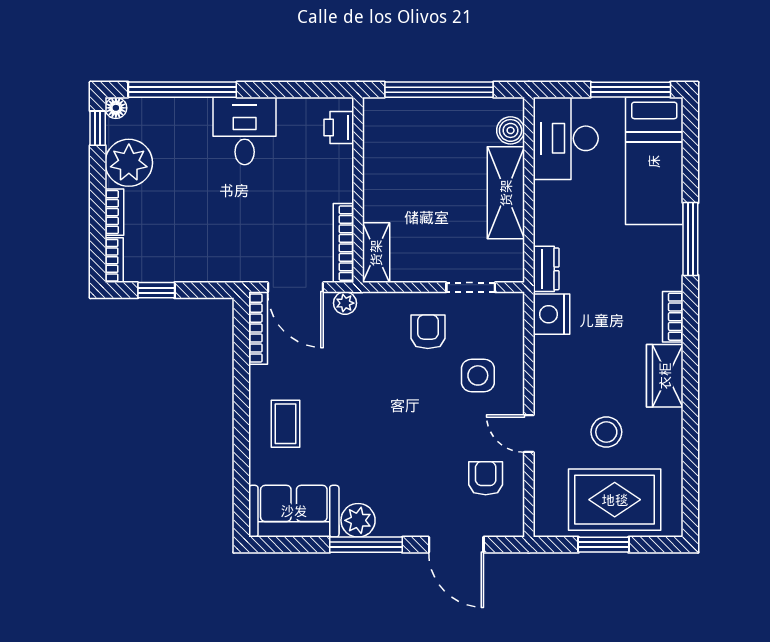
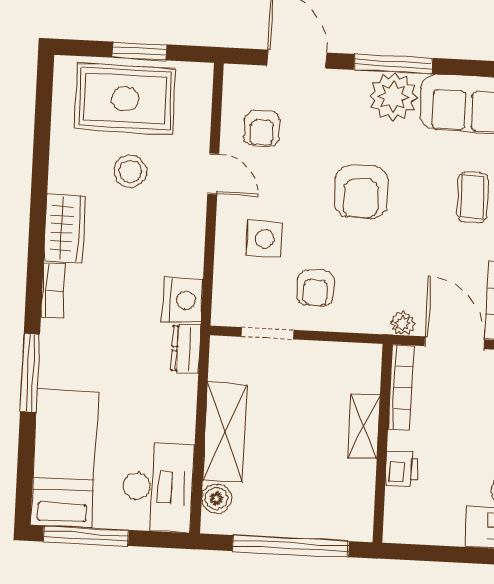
printer: (339, 127) -> (402, 469), moved
shelving: (376, 253) -> (364, 426), moved
armchair: (390, 424) -> (361, 192), added
plant: (358, 520) -> (393, 97), width x1.36, depth x1.36

